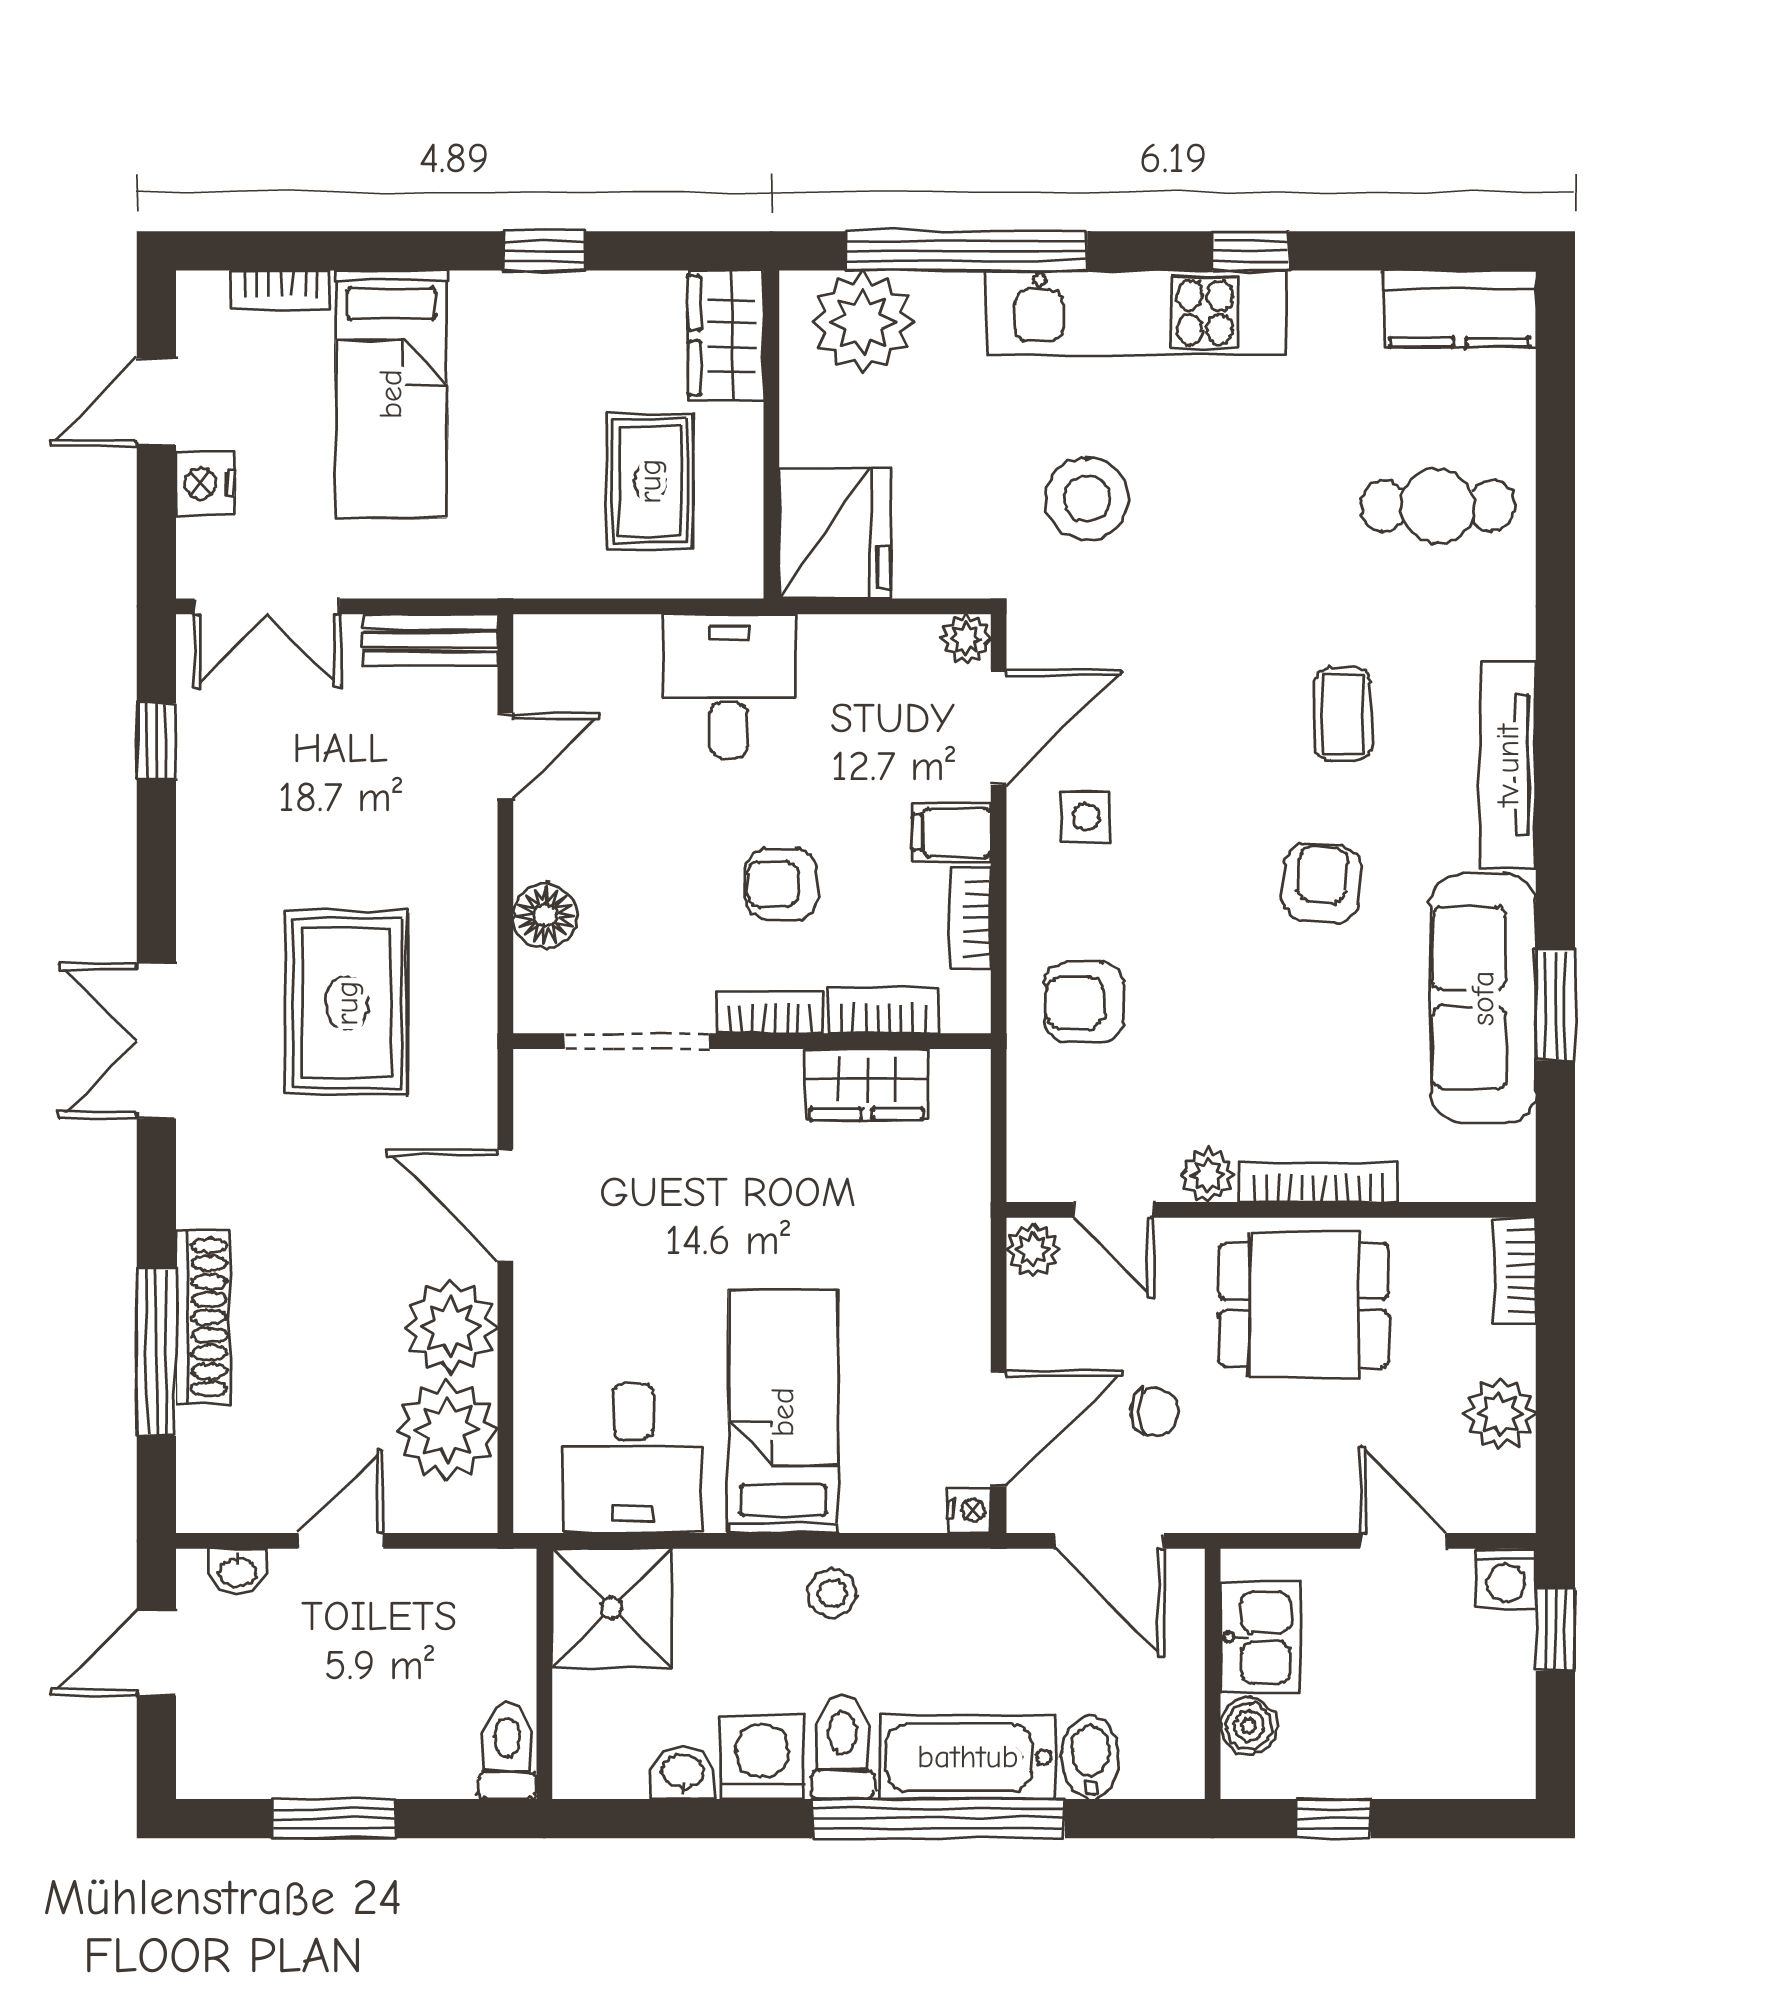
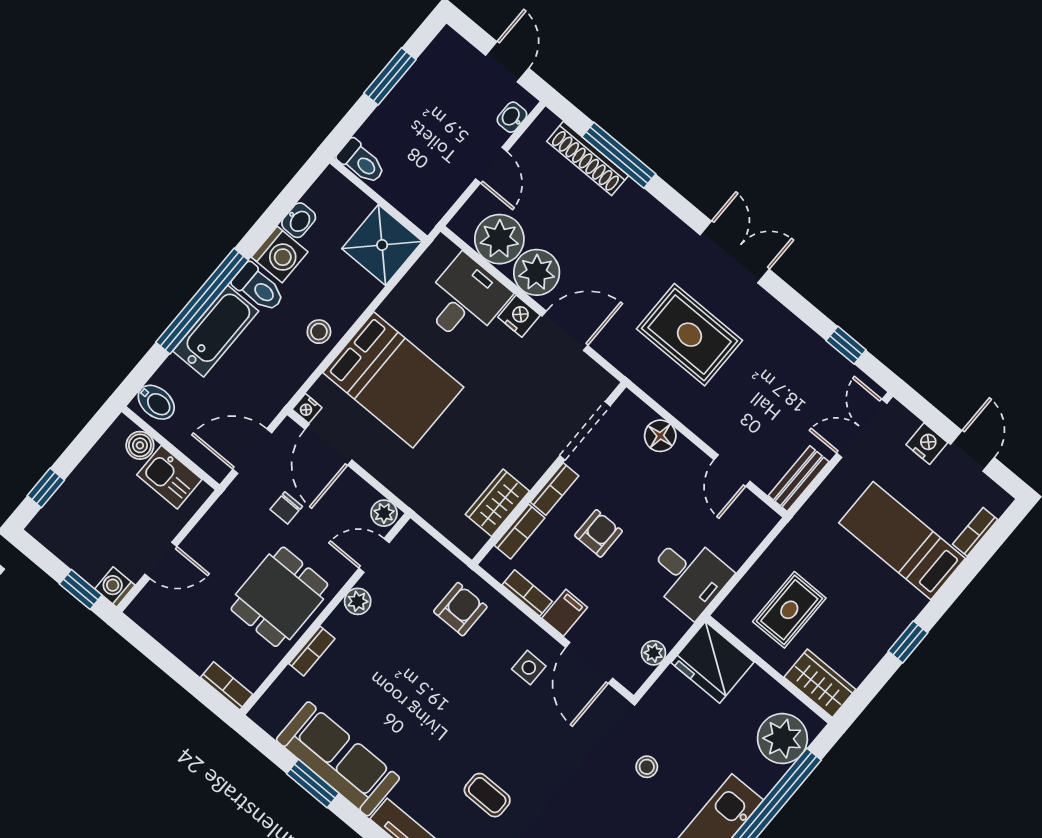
rug: (650, 481) -> (789, 610), turned 90
stool: (1087, 499) -> (647, 767), width x0.53, depth x0.53
plant: (966, 639) -> (653, 653), moved
armchair: (1321, 884) -> (431, 734), removed
bookcase: (1319, 1182) -> (312, 651), width x0.64
nightstand: (543, 1297) -> (519, 316), added
shoe rack: (203, 1317) -> (588, 158), moved
bed: (783, 1412) -> (393, 380), width x1.50
plant: (1500, 1414) -> (178, 636), removed
desk: (633, 1458) -> (465, 300), moved, turned 90
bidet: (1091, 1757) -> (156, 402), moved
window: (1334, 1819) -> (46, 488), moved

